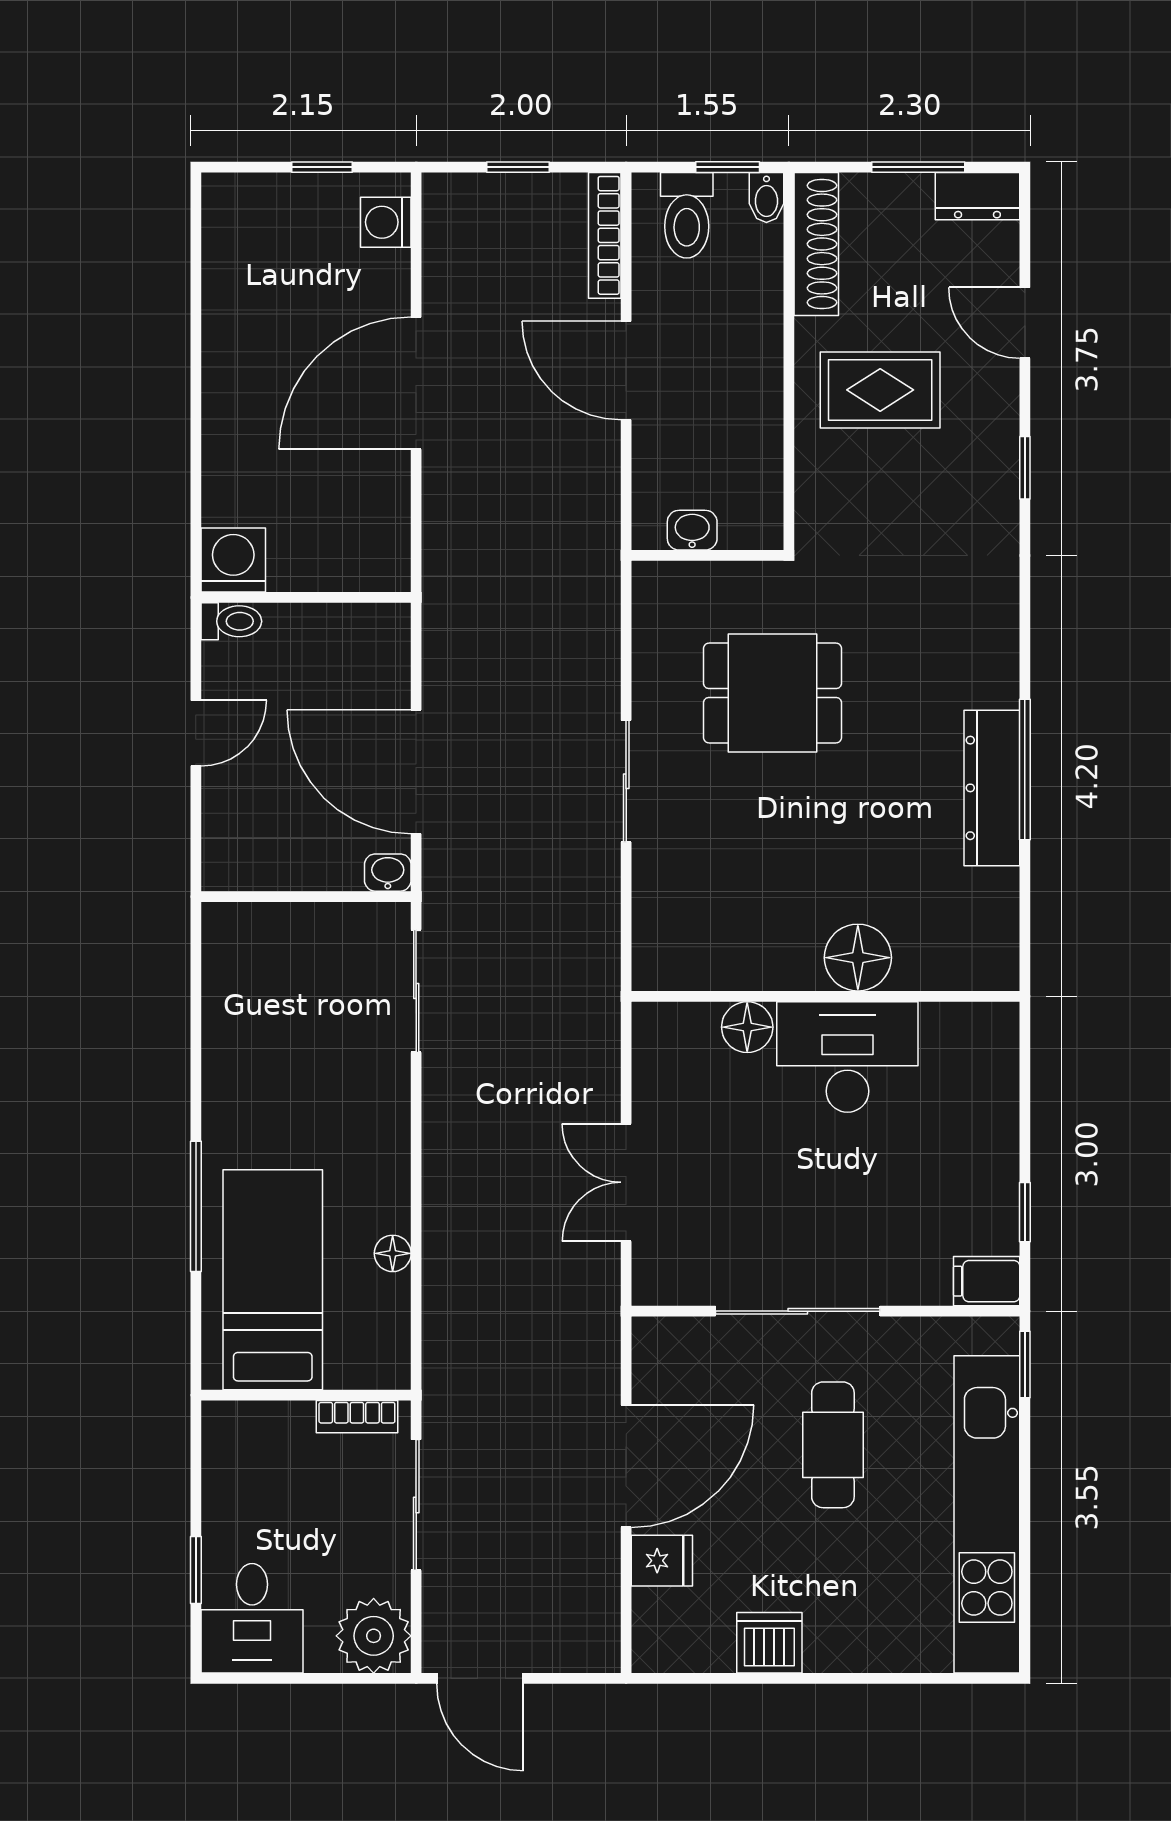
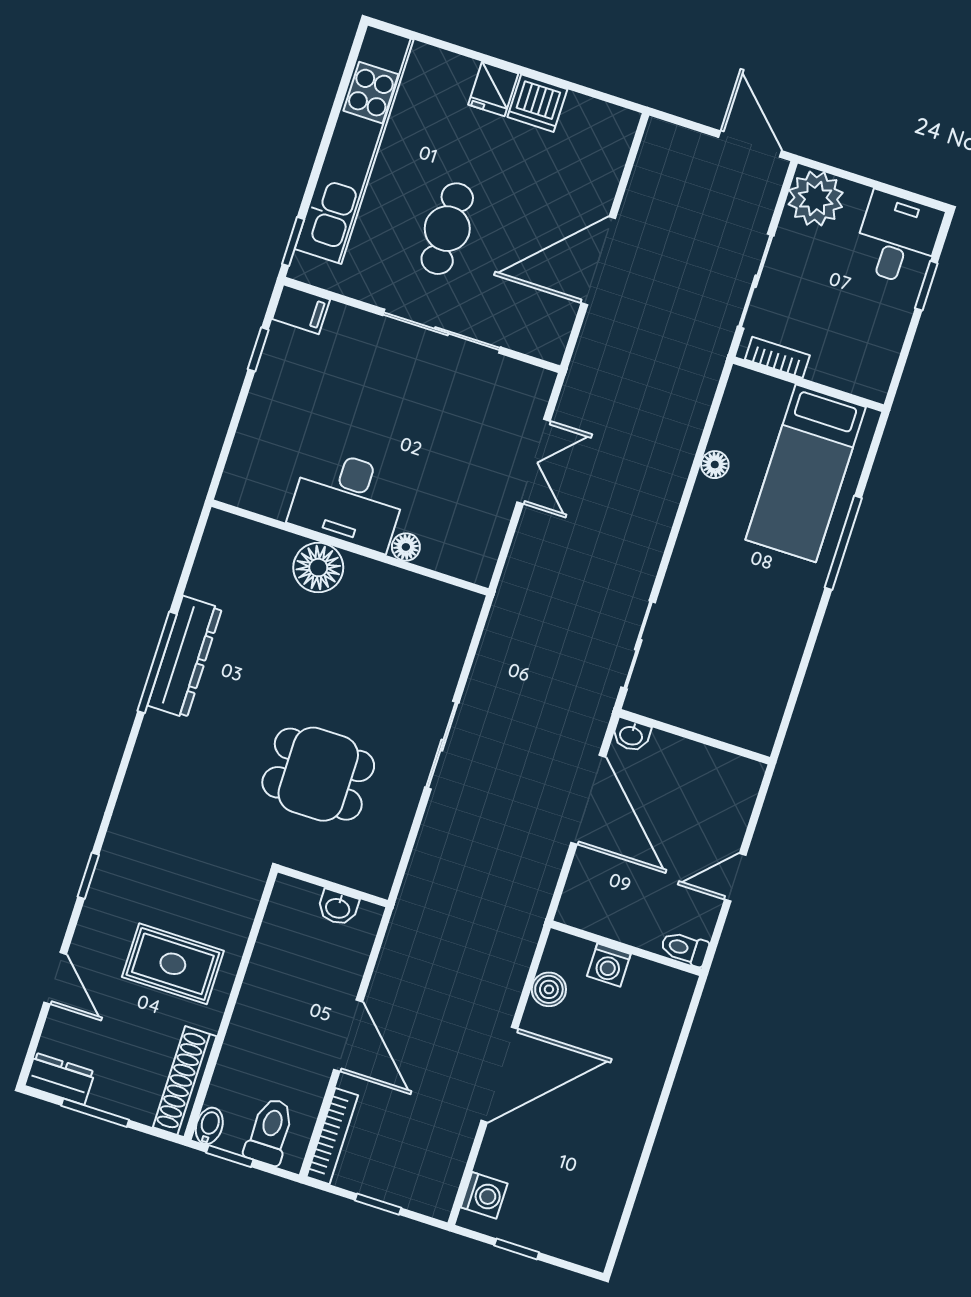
boiler: (388, 513) -> (549, 989), added
washing machine: (233, 560) -> (609, 965), moved, width x0.73, depth x0.73
floor lamp: (747, 1027) -> (406, 547), width x0.73, depth x0.73
fridge: (662, 1561) -> (493, 89), moved, turned -90

